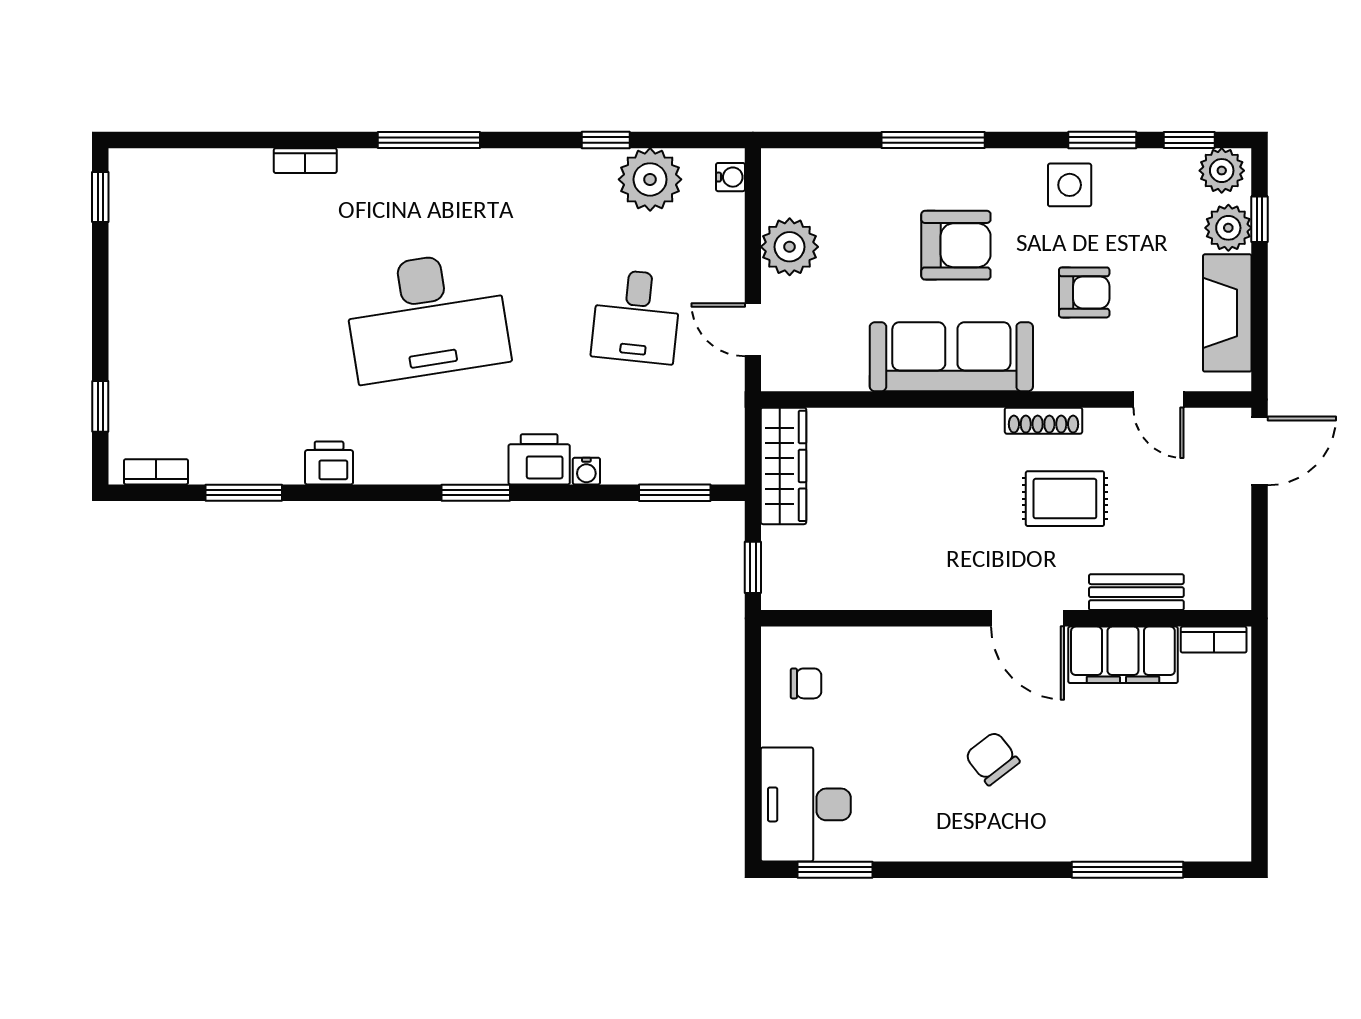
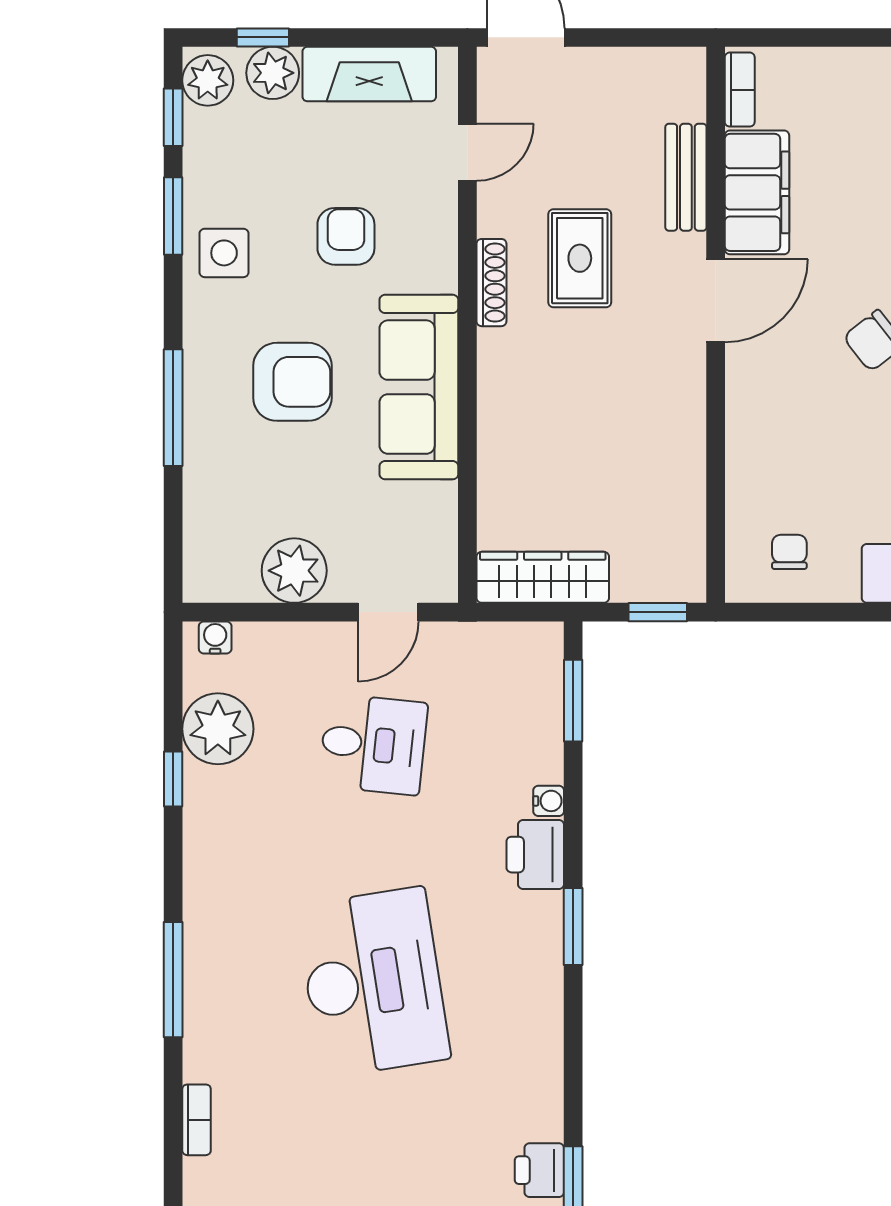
armchair: (956, 245) -> (292, 382), turned 90
printer: (329, 463) -> (539, 1170), moved

